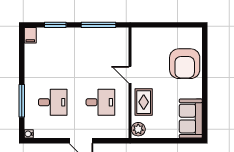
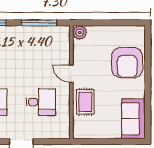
plant: (138, 129) -> (80, 33), moved

